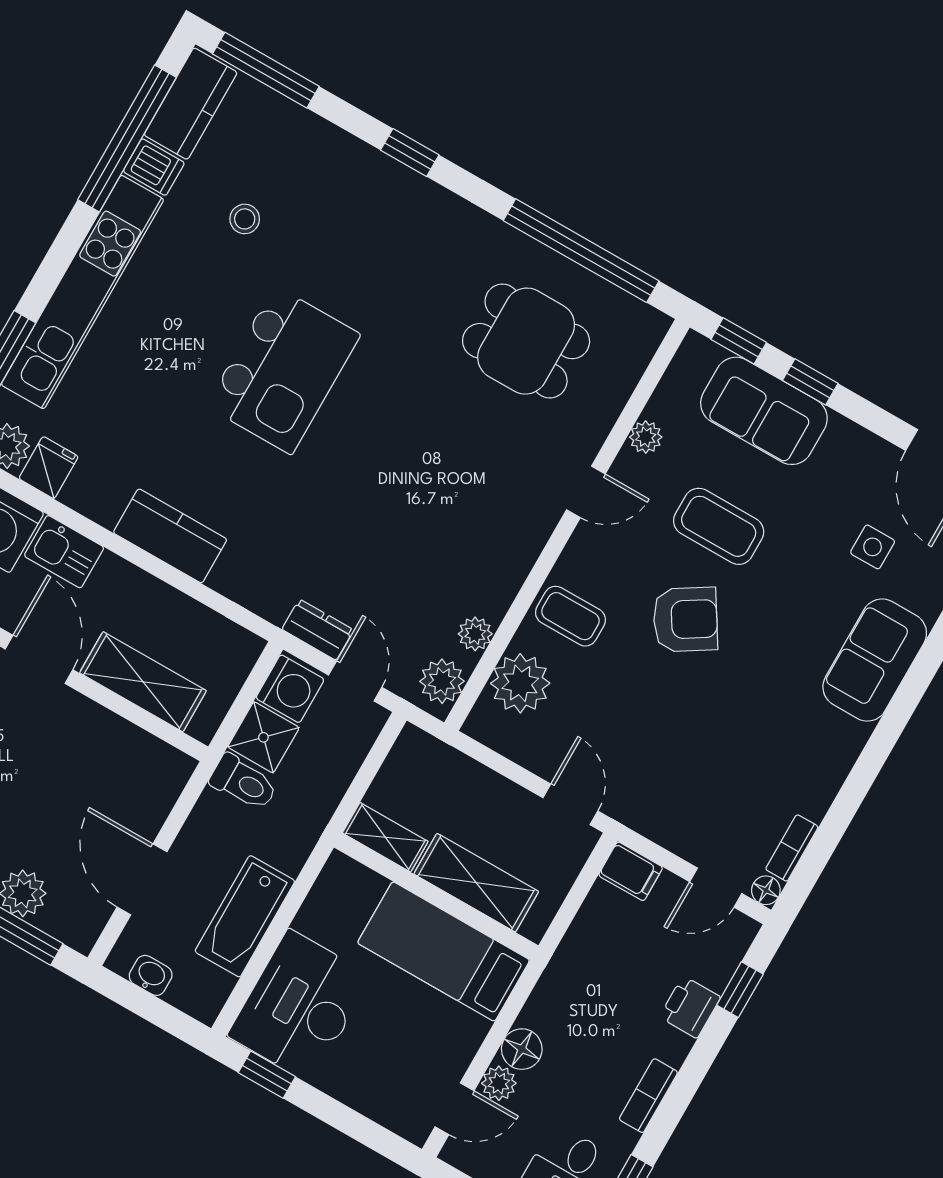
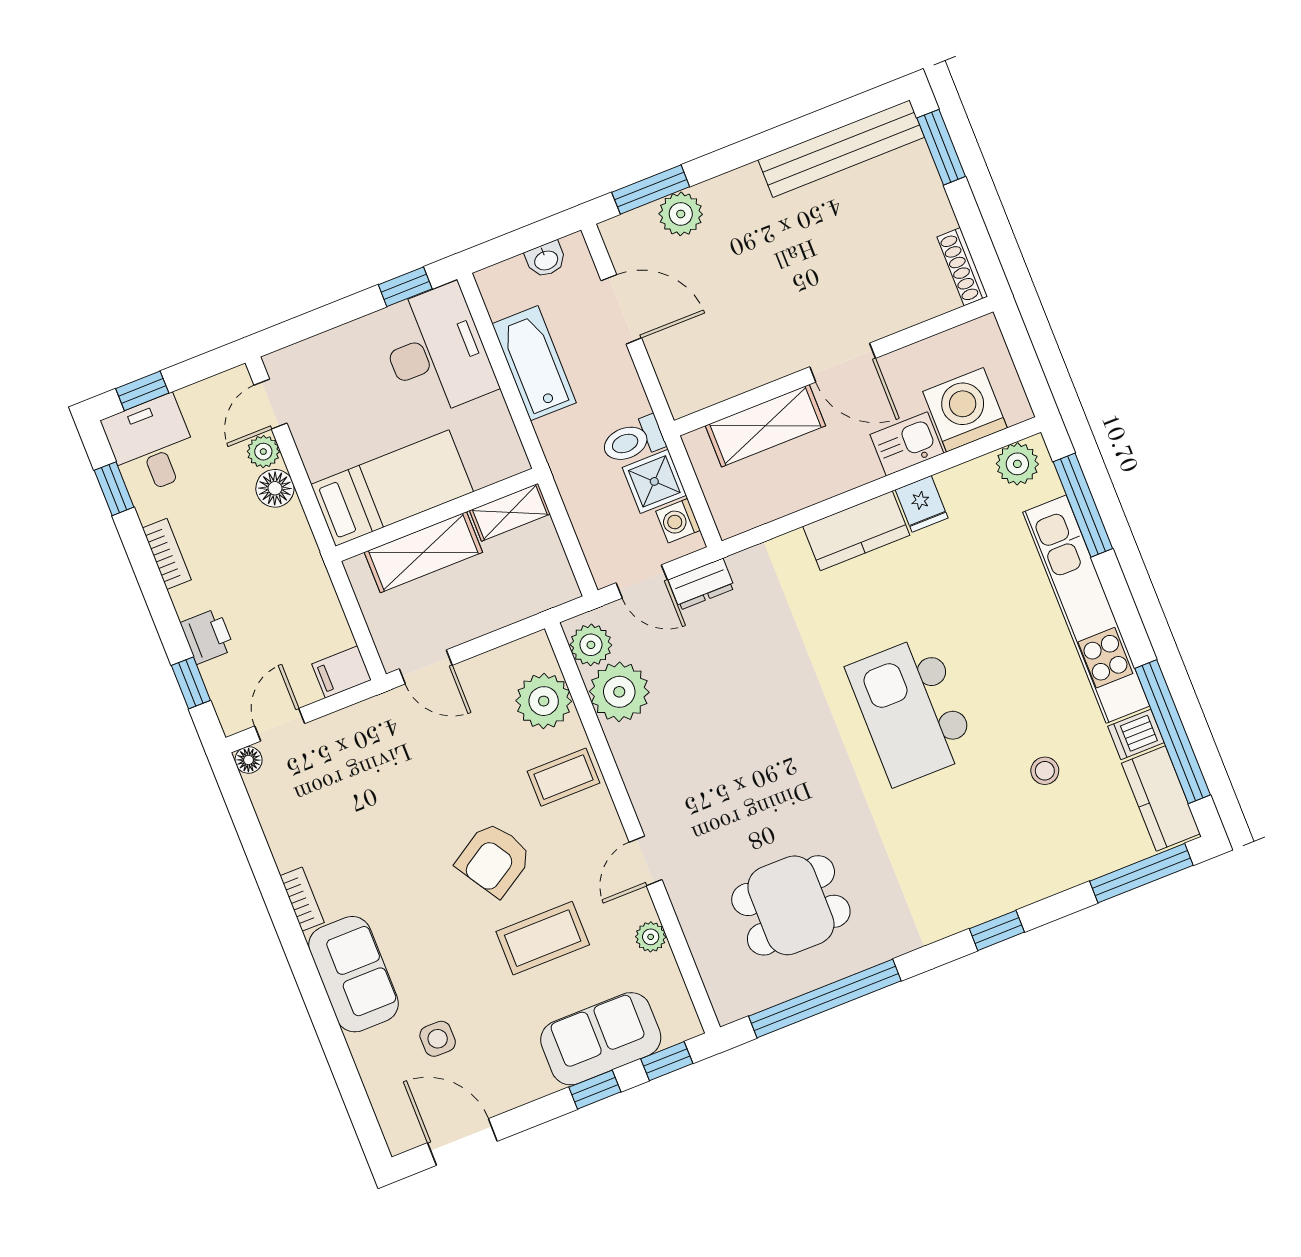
fridge: (49, 468) -> (922, 504), moved
plant: (475, 634) -> (619, 692), width x1.88, depth x1.88
washing machine: (290, 689) -> (678, 521), width x0.73, depth x0.73
bookcase: (792, 848) -> (302, 899), moved

